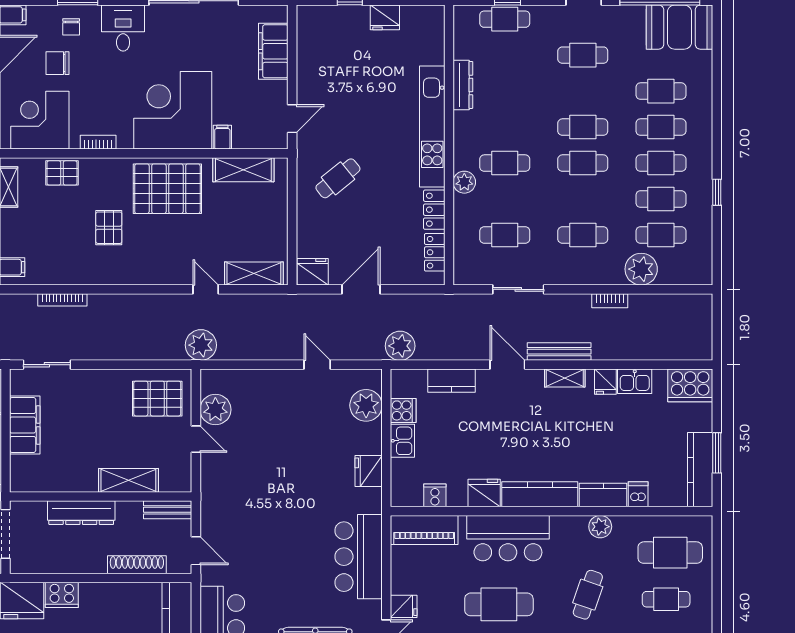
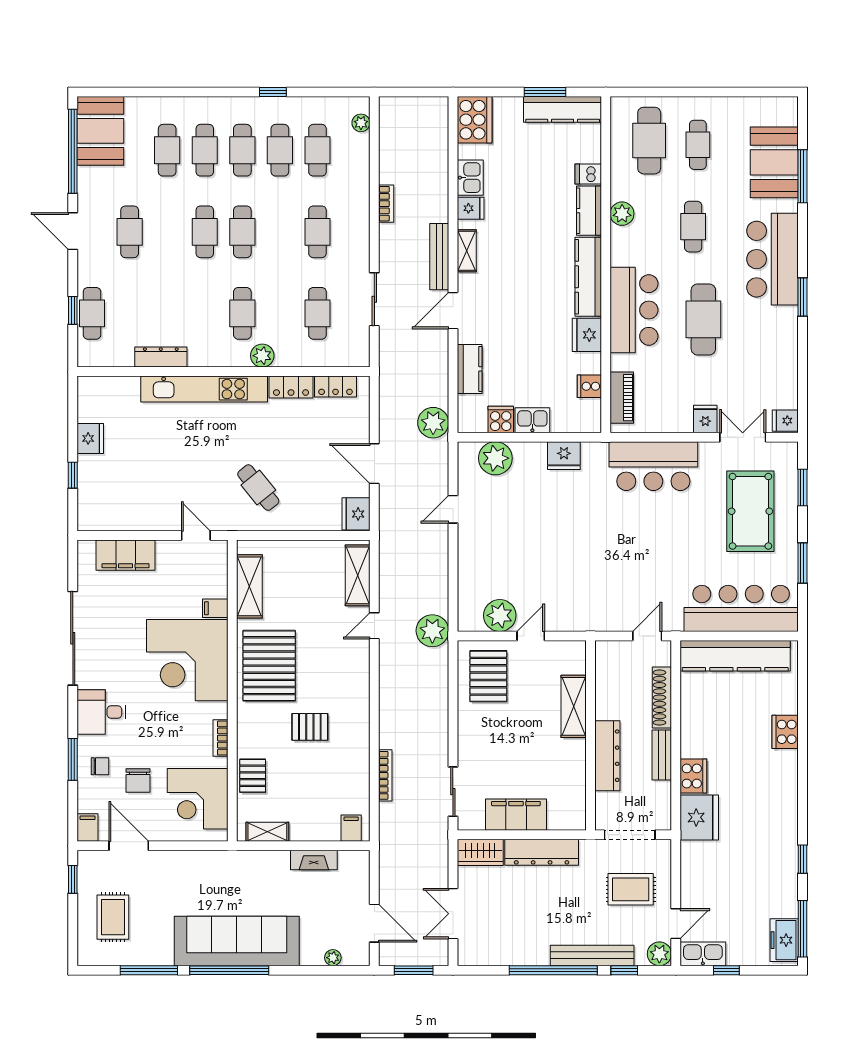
plant: (641, 269) -> (361, 123), moved, width x0.53, depth x0.53
bench: (168, 510) -> (662, 755), moved
piano: (424, 530) -> (622, 398), width x0.73, depth x0.75
cafe table: (588, 595) -> (693, 227), turned 71

